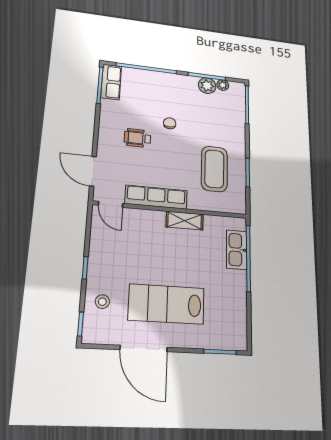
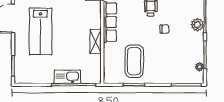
plant: (207, 86) -> (197, 25), moved
coffee table: (214, 169) -> (134, 61), turned 90
kitchen sink: (237, 250) -> (67, 77), moved
lab bench: (166, 304) -> (41, 31), turned 180

